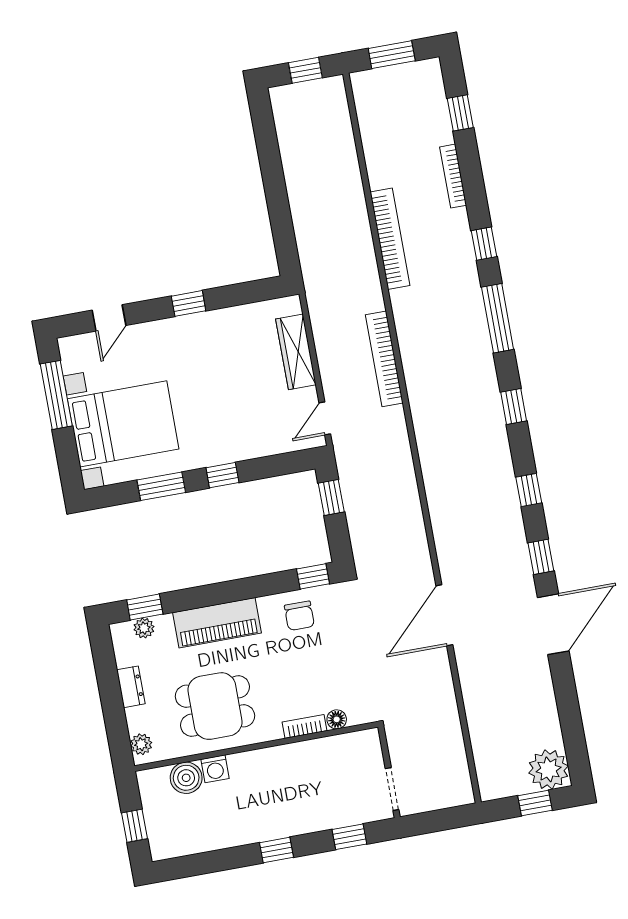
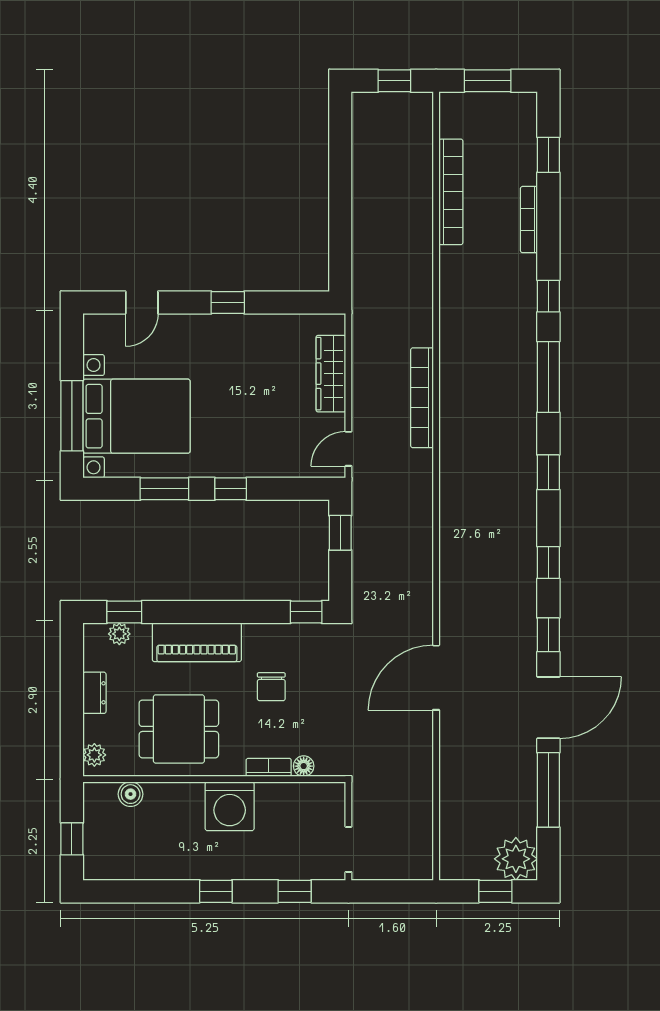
bookcase: (390, 239) -> (451, 192), moved
window: (56, 395) -> (72, 416), moved
chair: (299, 616) -> (271, 687), moved
window: (567, 700) -> (548, 790), added
washing machine: (215, 769) -> (230, 806), moved, width x1.89, depth x1.89
boiler: (186, 778) -> (131, 794), width x0.73, depth x0.73

